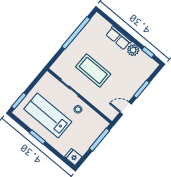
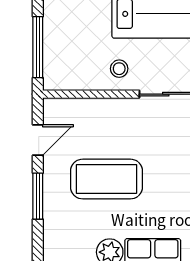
coffee table: (93, 70) -> (107, 179), moved

